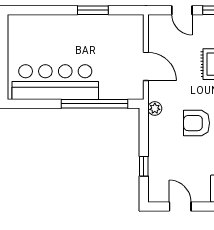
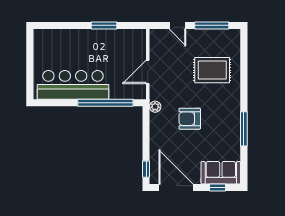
door: (146, 66) -> (148, 72), swing flipped
window: (144, 166) -> (146, 169), moved
door: (180, 206) -> (176, 188), width x1.88

